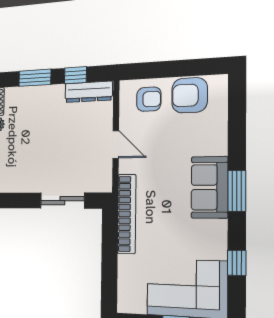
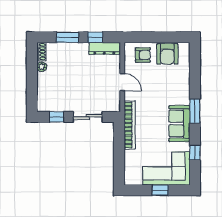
armchair: (190, 95) -> (167, 54), turned -90
sofa: (210, 187) -> (179, 124), moved
window: (17, 201) -> (57, 117), added

